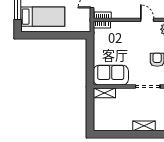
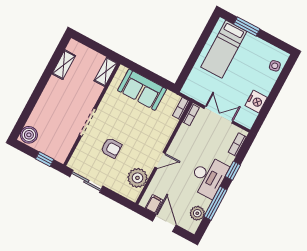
sofa: (111, 75) -> (142, 90), moved, turned 90
shelving: (144, 126) -> (64, 65), moved

